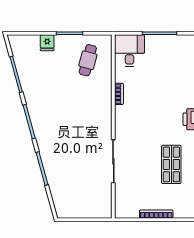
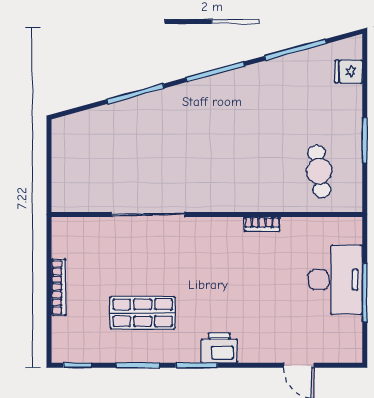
fridge: (47, 43) -> (349, 72), moved
desk: (130, 51) -> (335, 280), moved, width x1.37
cafe table: (88, 60) -> (319, 171), turned 67

